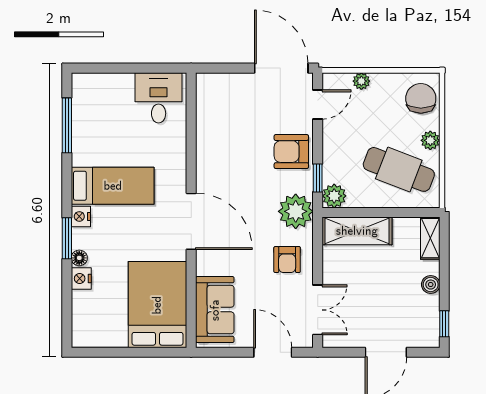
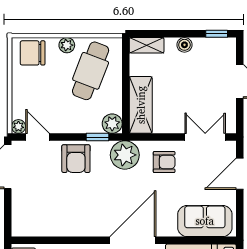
plant: (361, 81) -> (18, 126), moved

